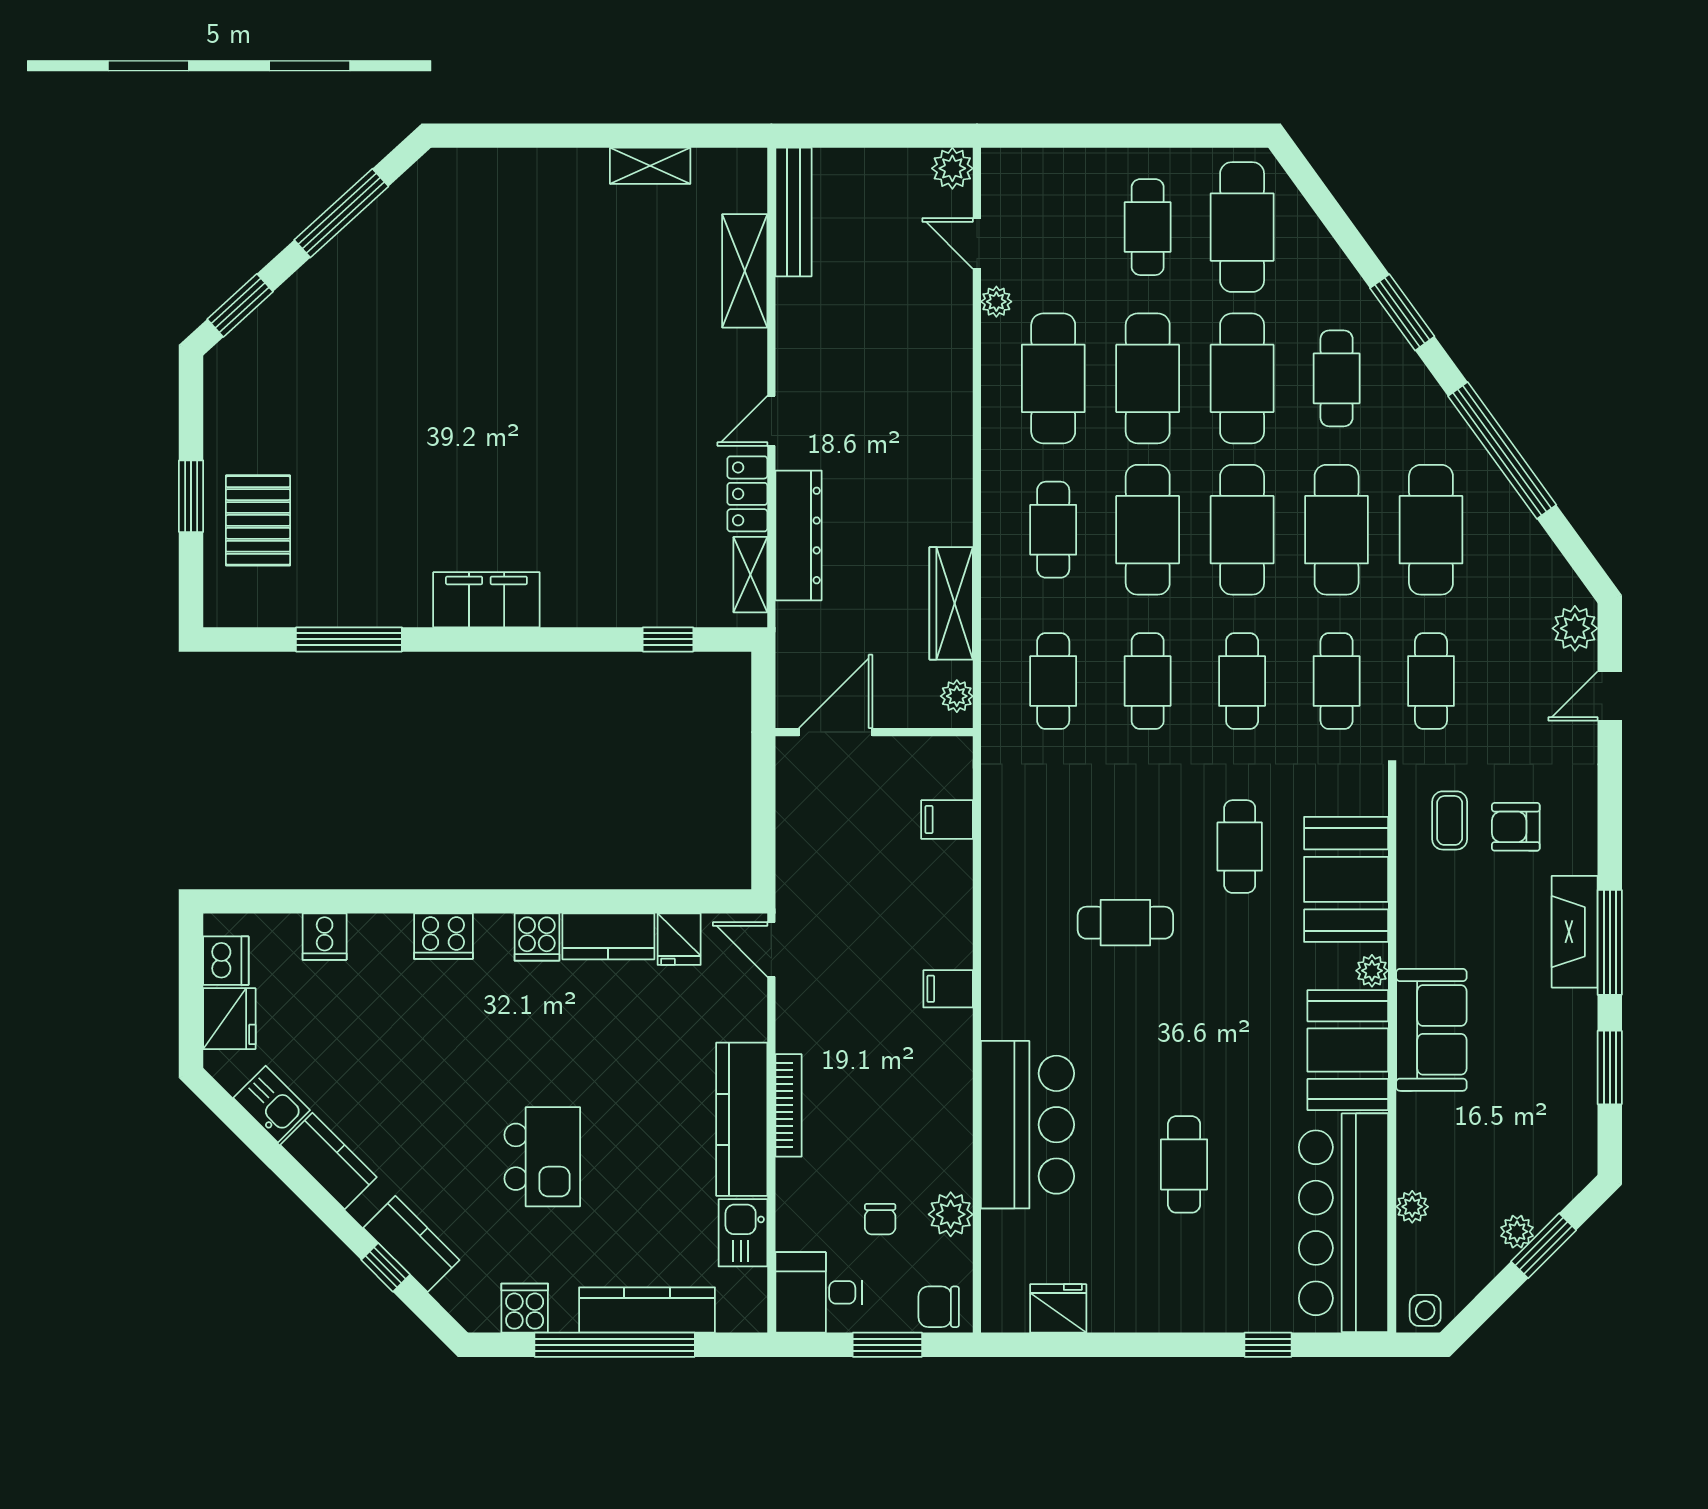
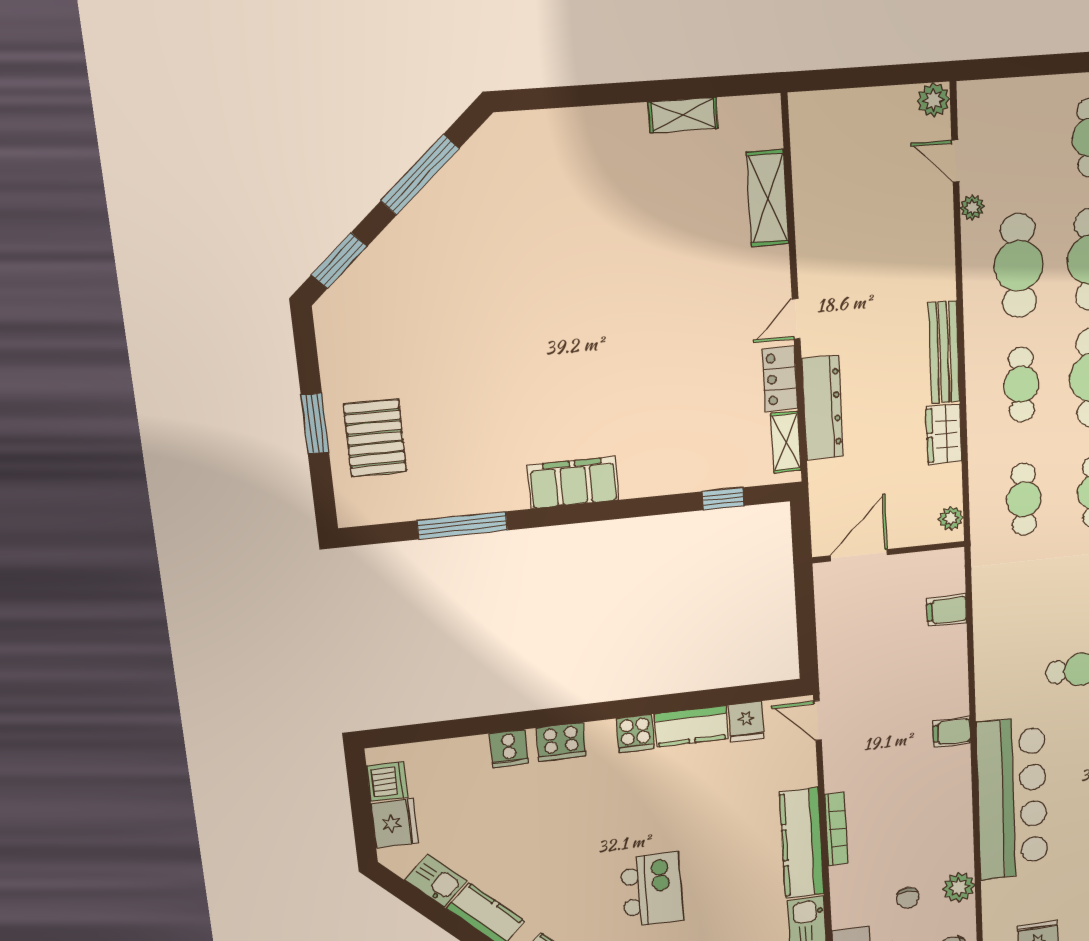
bench: (793, 212) -> (944, 352), moved
wardrobe: (951, 603) -> (944, 434), width x0.67
cooker: (325, 937) -> (509, 749), moved
bar counter: (1028, 1125) -> (1012, 798), width x1.36

